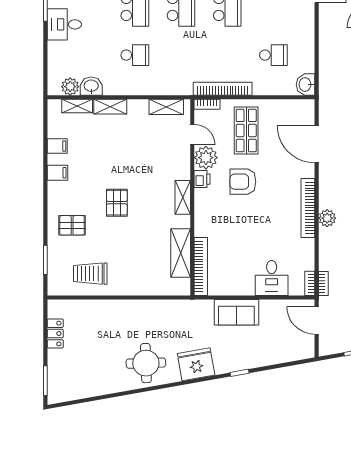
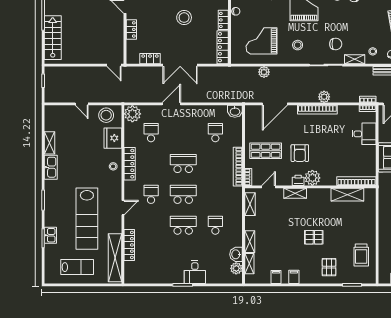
plant: (206, 158) -> (312, 178), moved
shelving: (183, 197) -> (295, 193), moved

